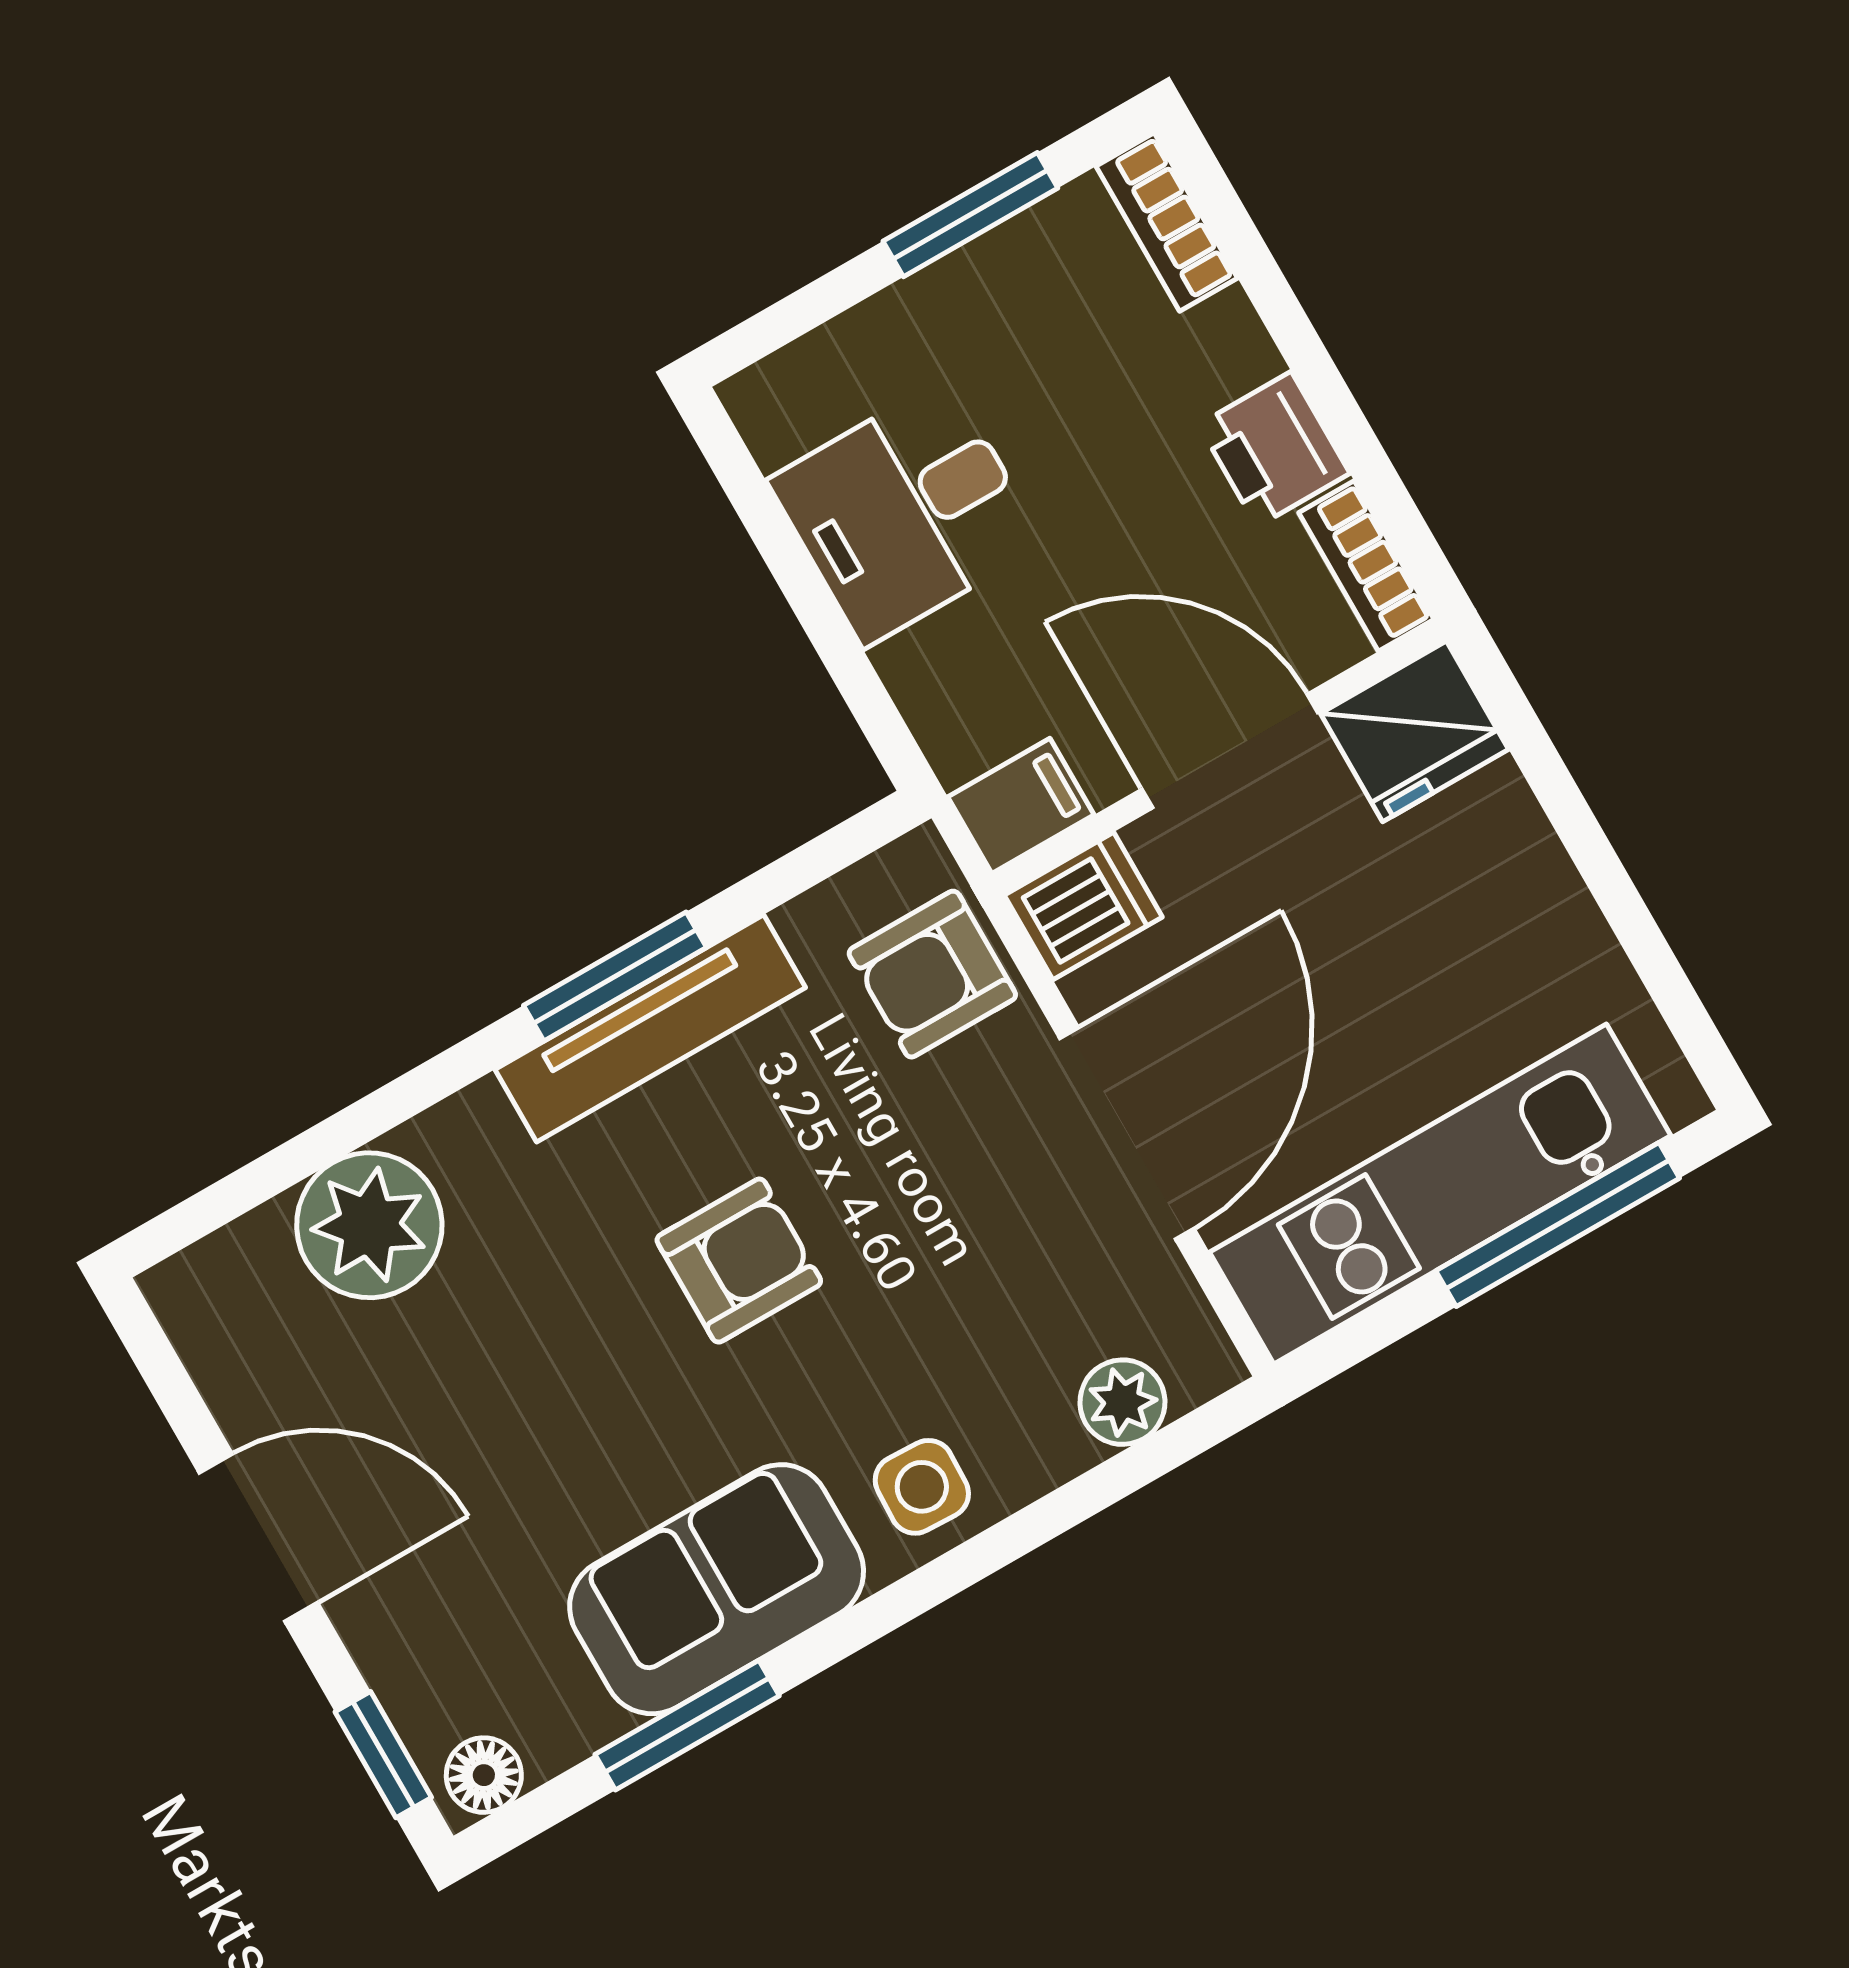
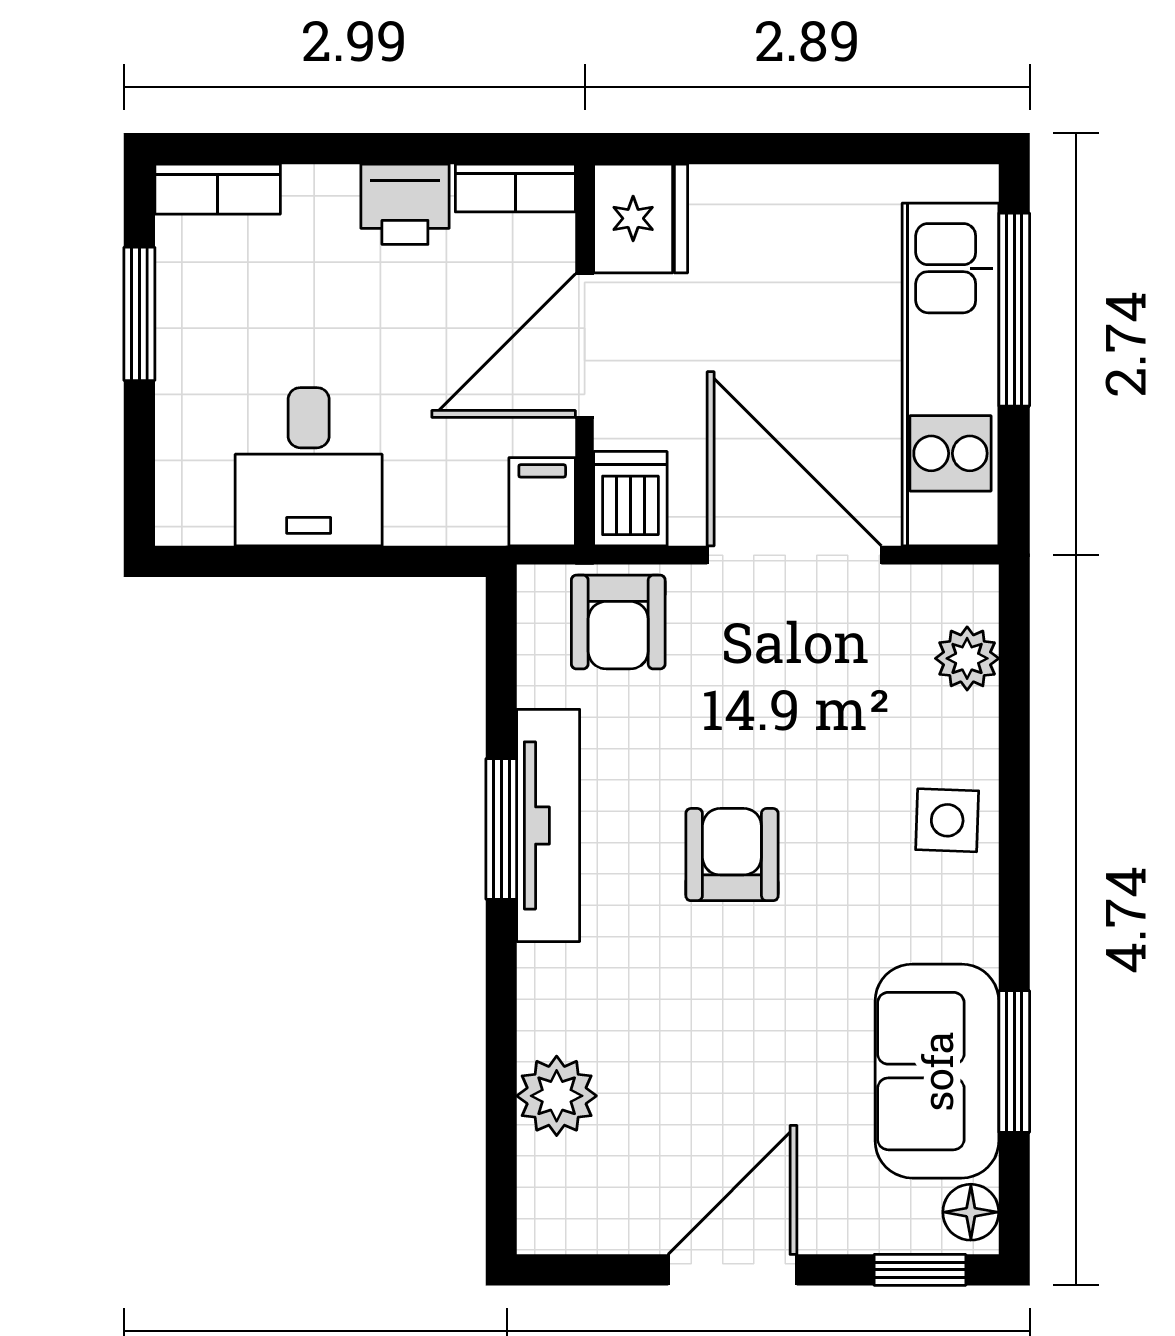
plant: (369, 1225) -> (557, 1096), width x0.73, depth x0.73
sofa: (717, 1589) -> (937, 1071), moved

